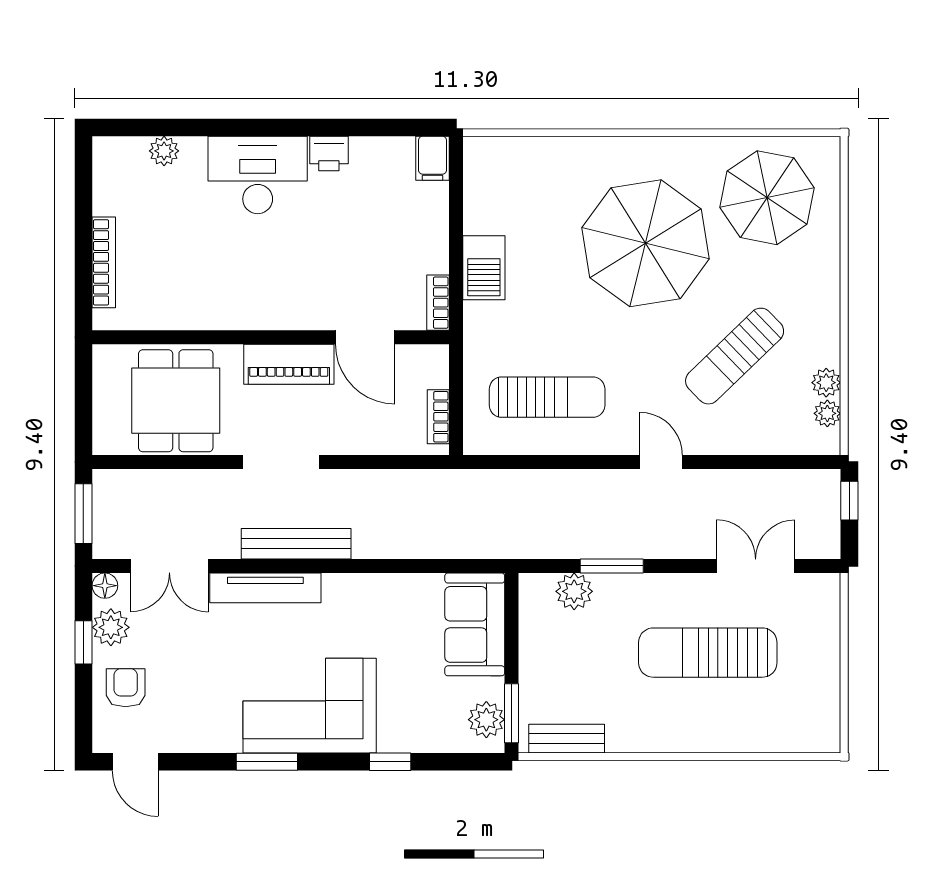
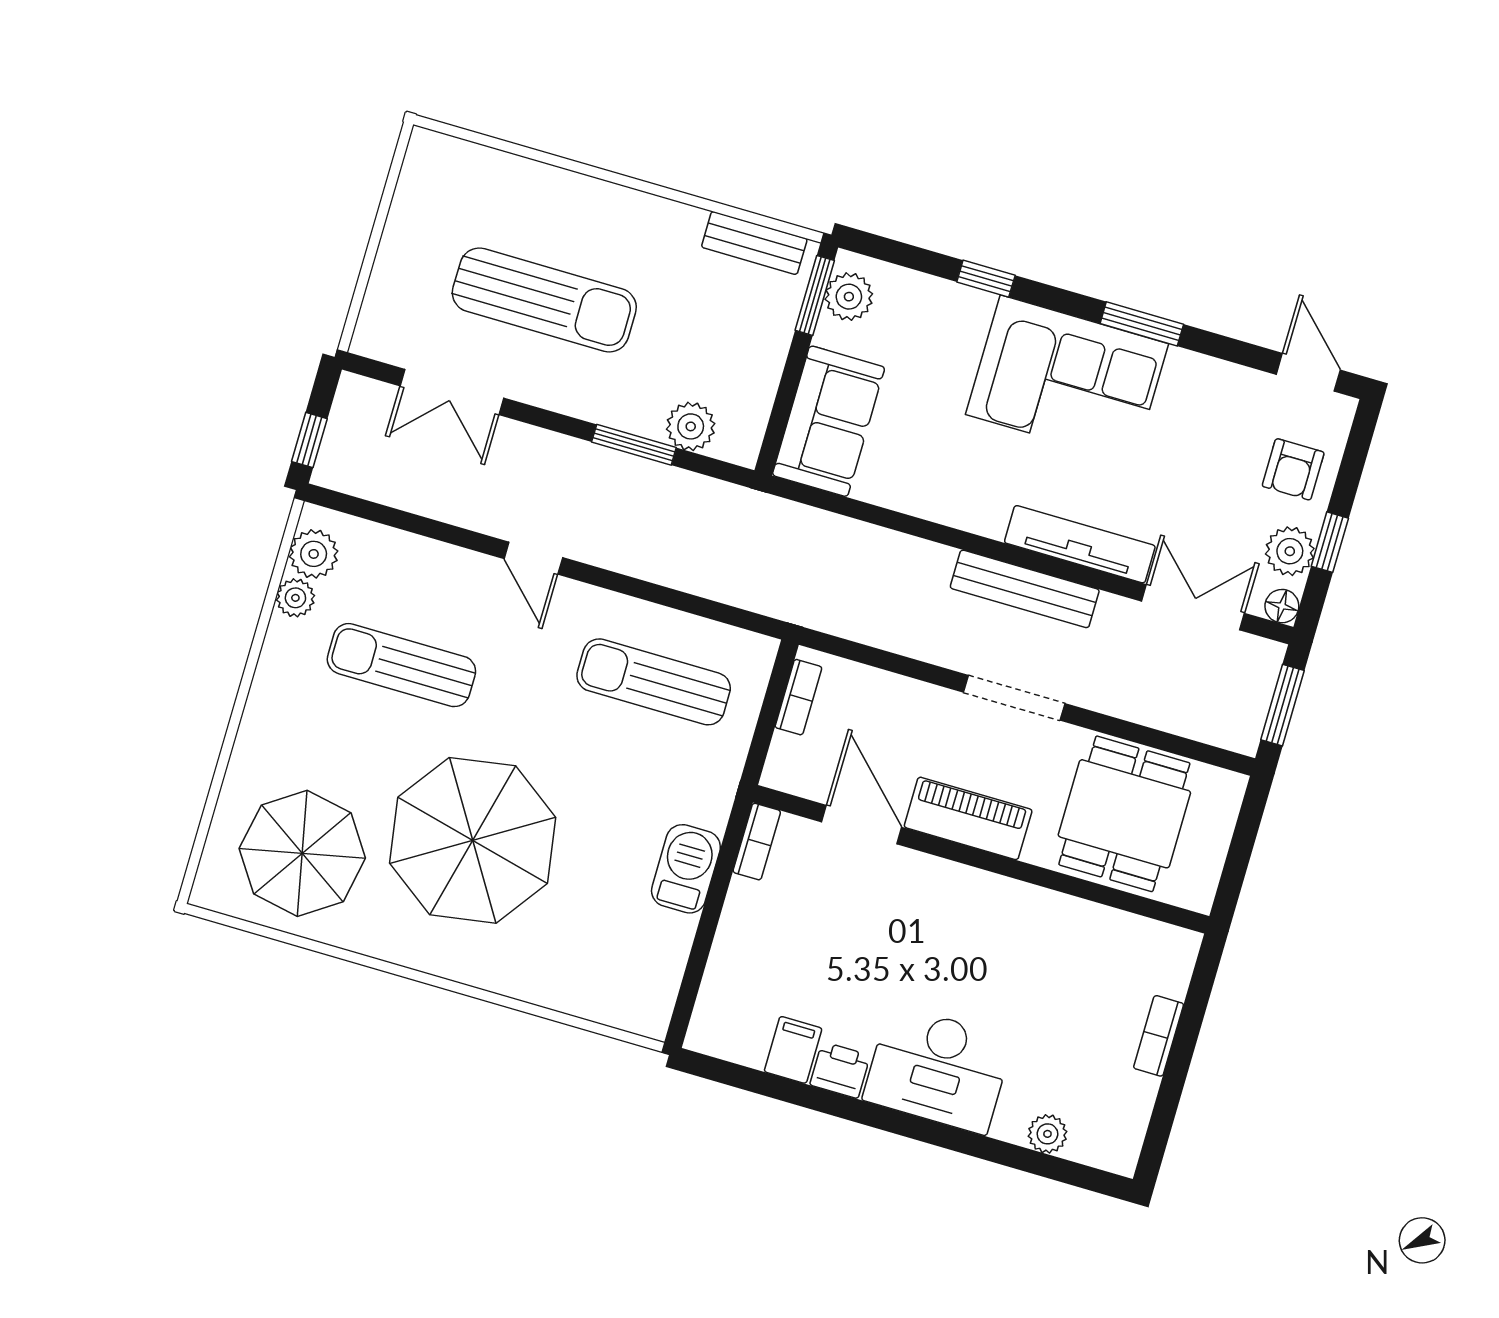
filing cabinet: (432, 158) -> (793, 1050), moved
bookcase: (104, 262) -> (1159, 1036), width x0.64
sun lounger: (735, 356) -> (401, 665), turned -136
plant: (827, 413) -> (314, 554), width x1.38, depth x1.38

